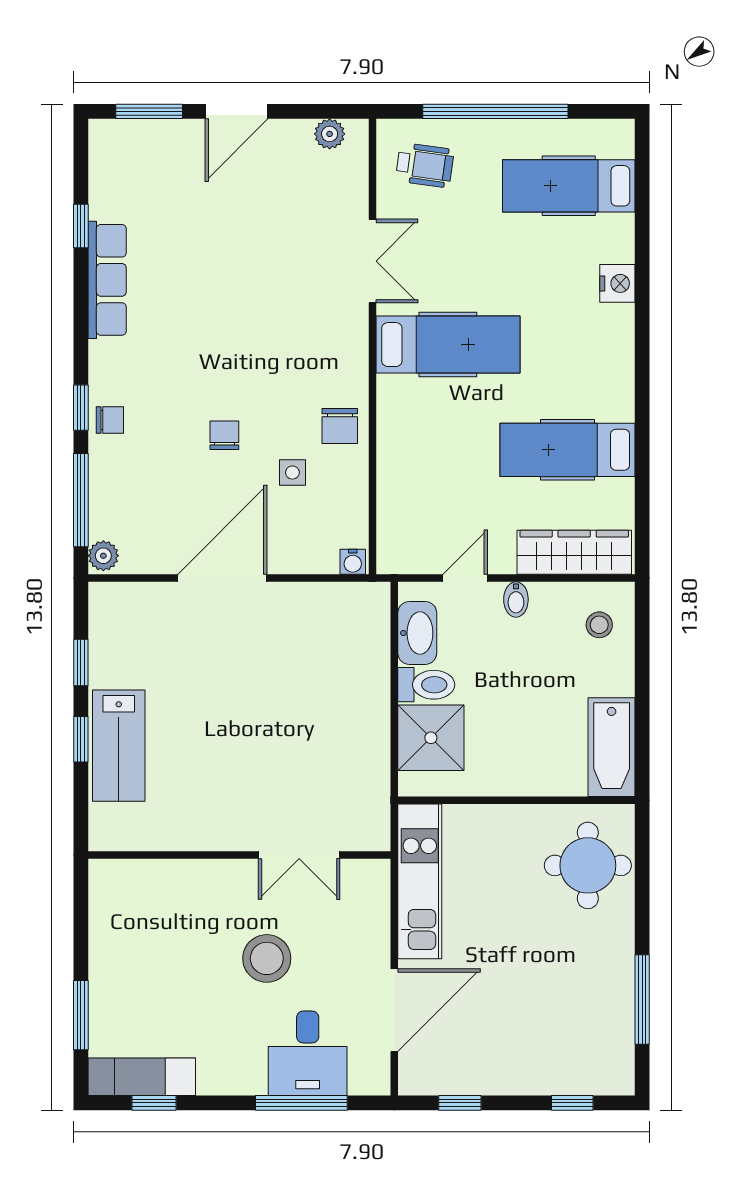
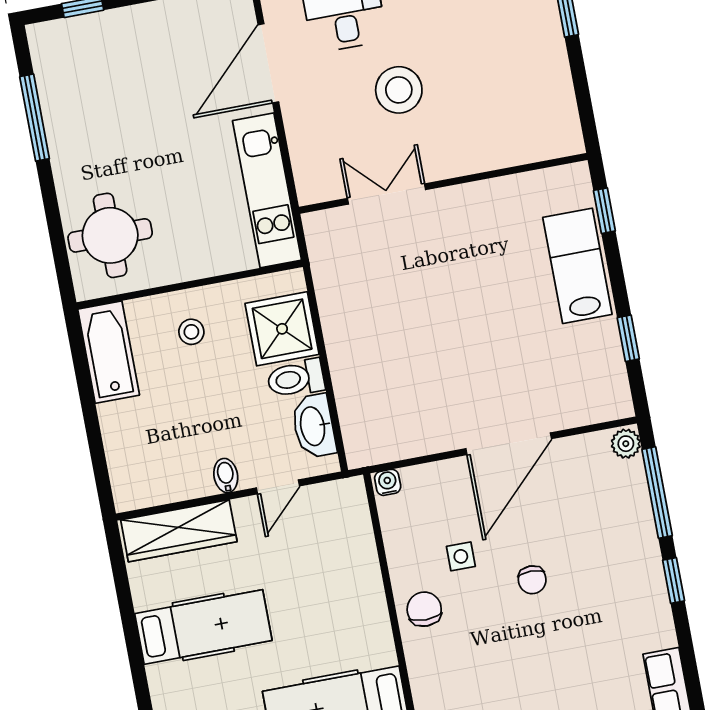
chair: (110, 420) -> (644, 574), removed
stool: (599, 625) -> (191, 332), moved
window: (81, 739) -> (604, 211), moved

